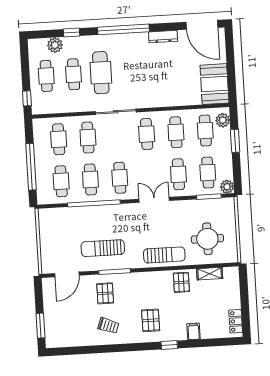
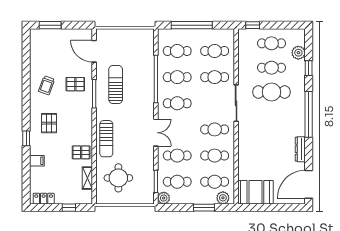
window: (244, 292) -> (69, 208), added
pallet: (151, 320) -> (49, 123), turned 90

